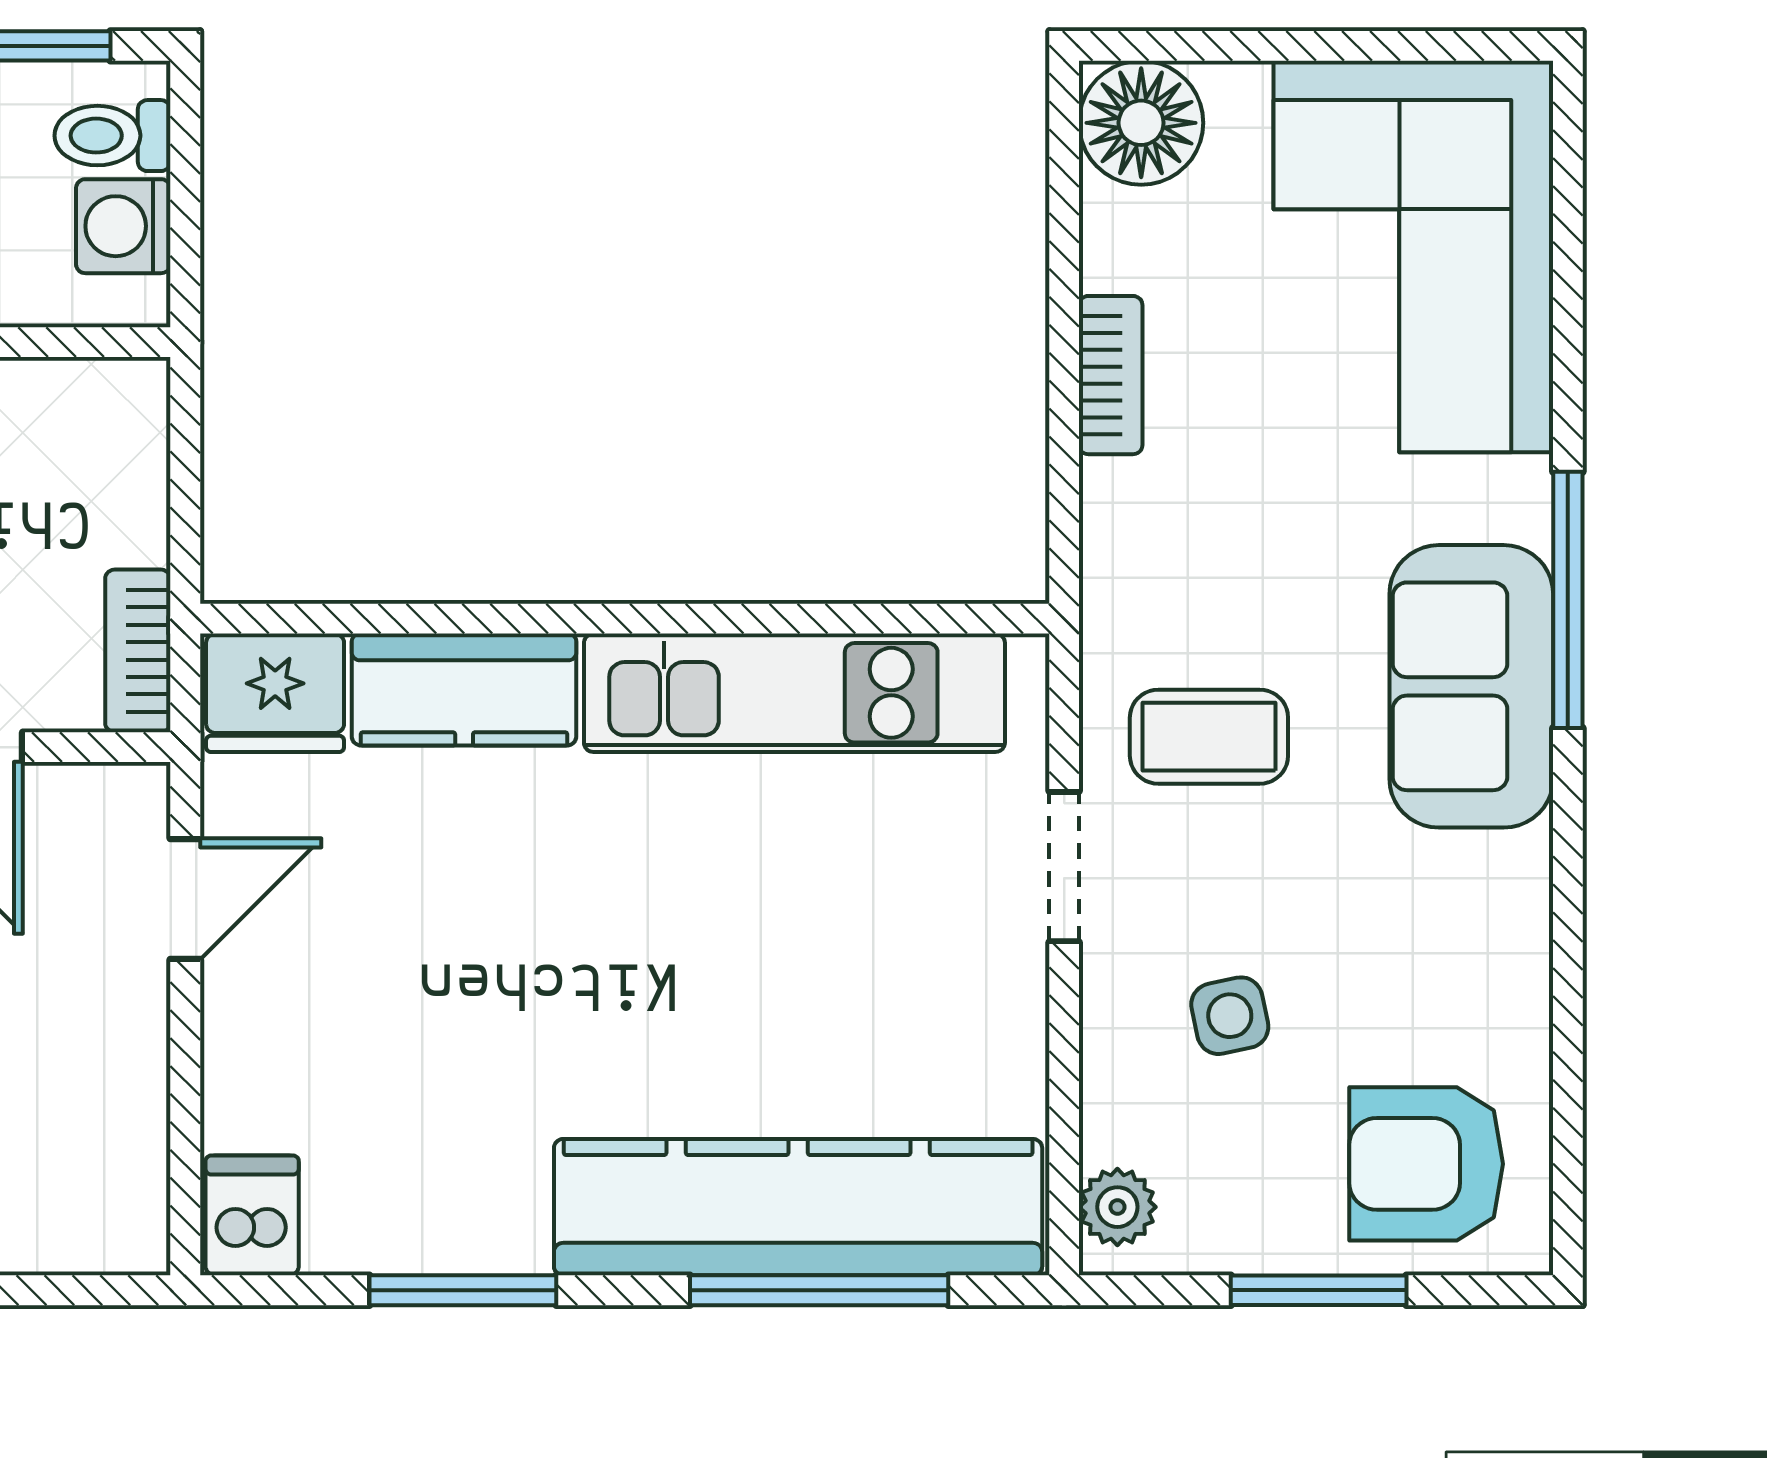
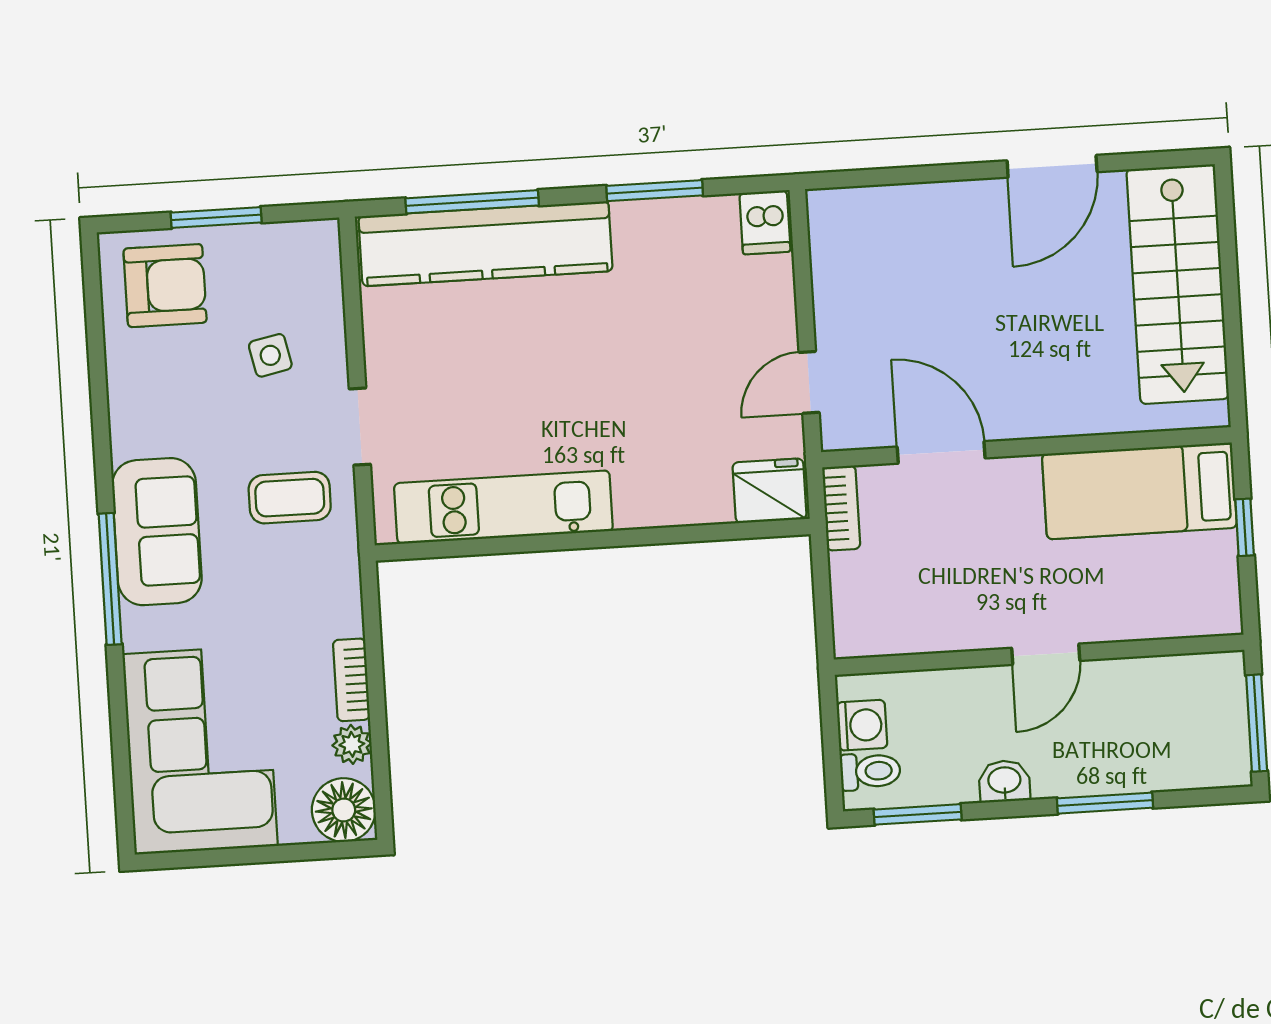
kitchen counter: (464, 690) -> (673, 498), removed
plant: (1117, 1207) -> (352, 744), moved

